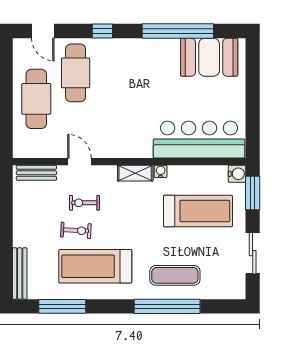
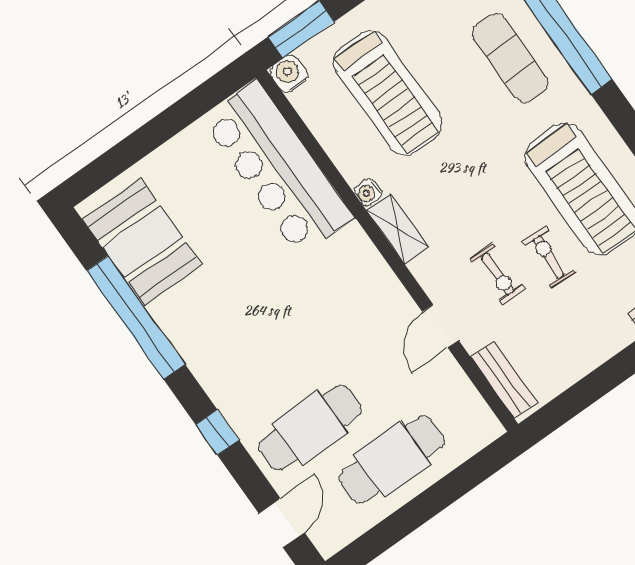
treadmill: (198, 211) -> (388, 93), turned 180

